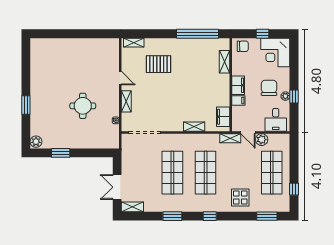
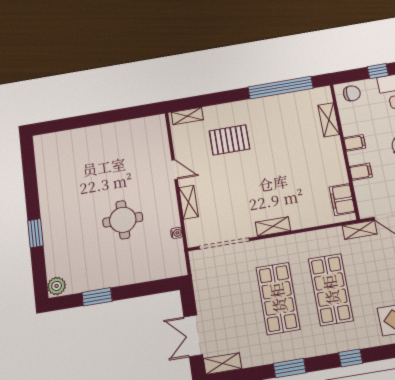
filing cabinet: (238, 85) -> (355, 143), width x0.50
shelving: (194, 127) -> (273, 226), moved

